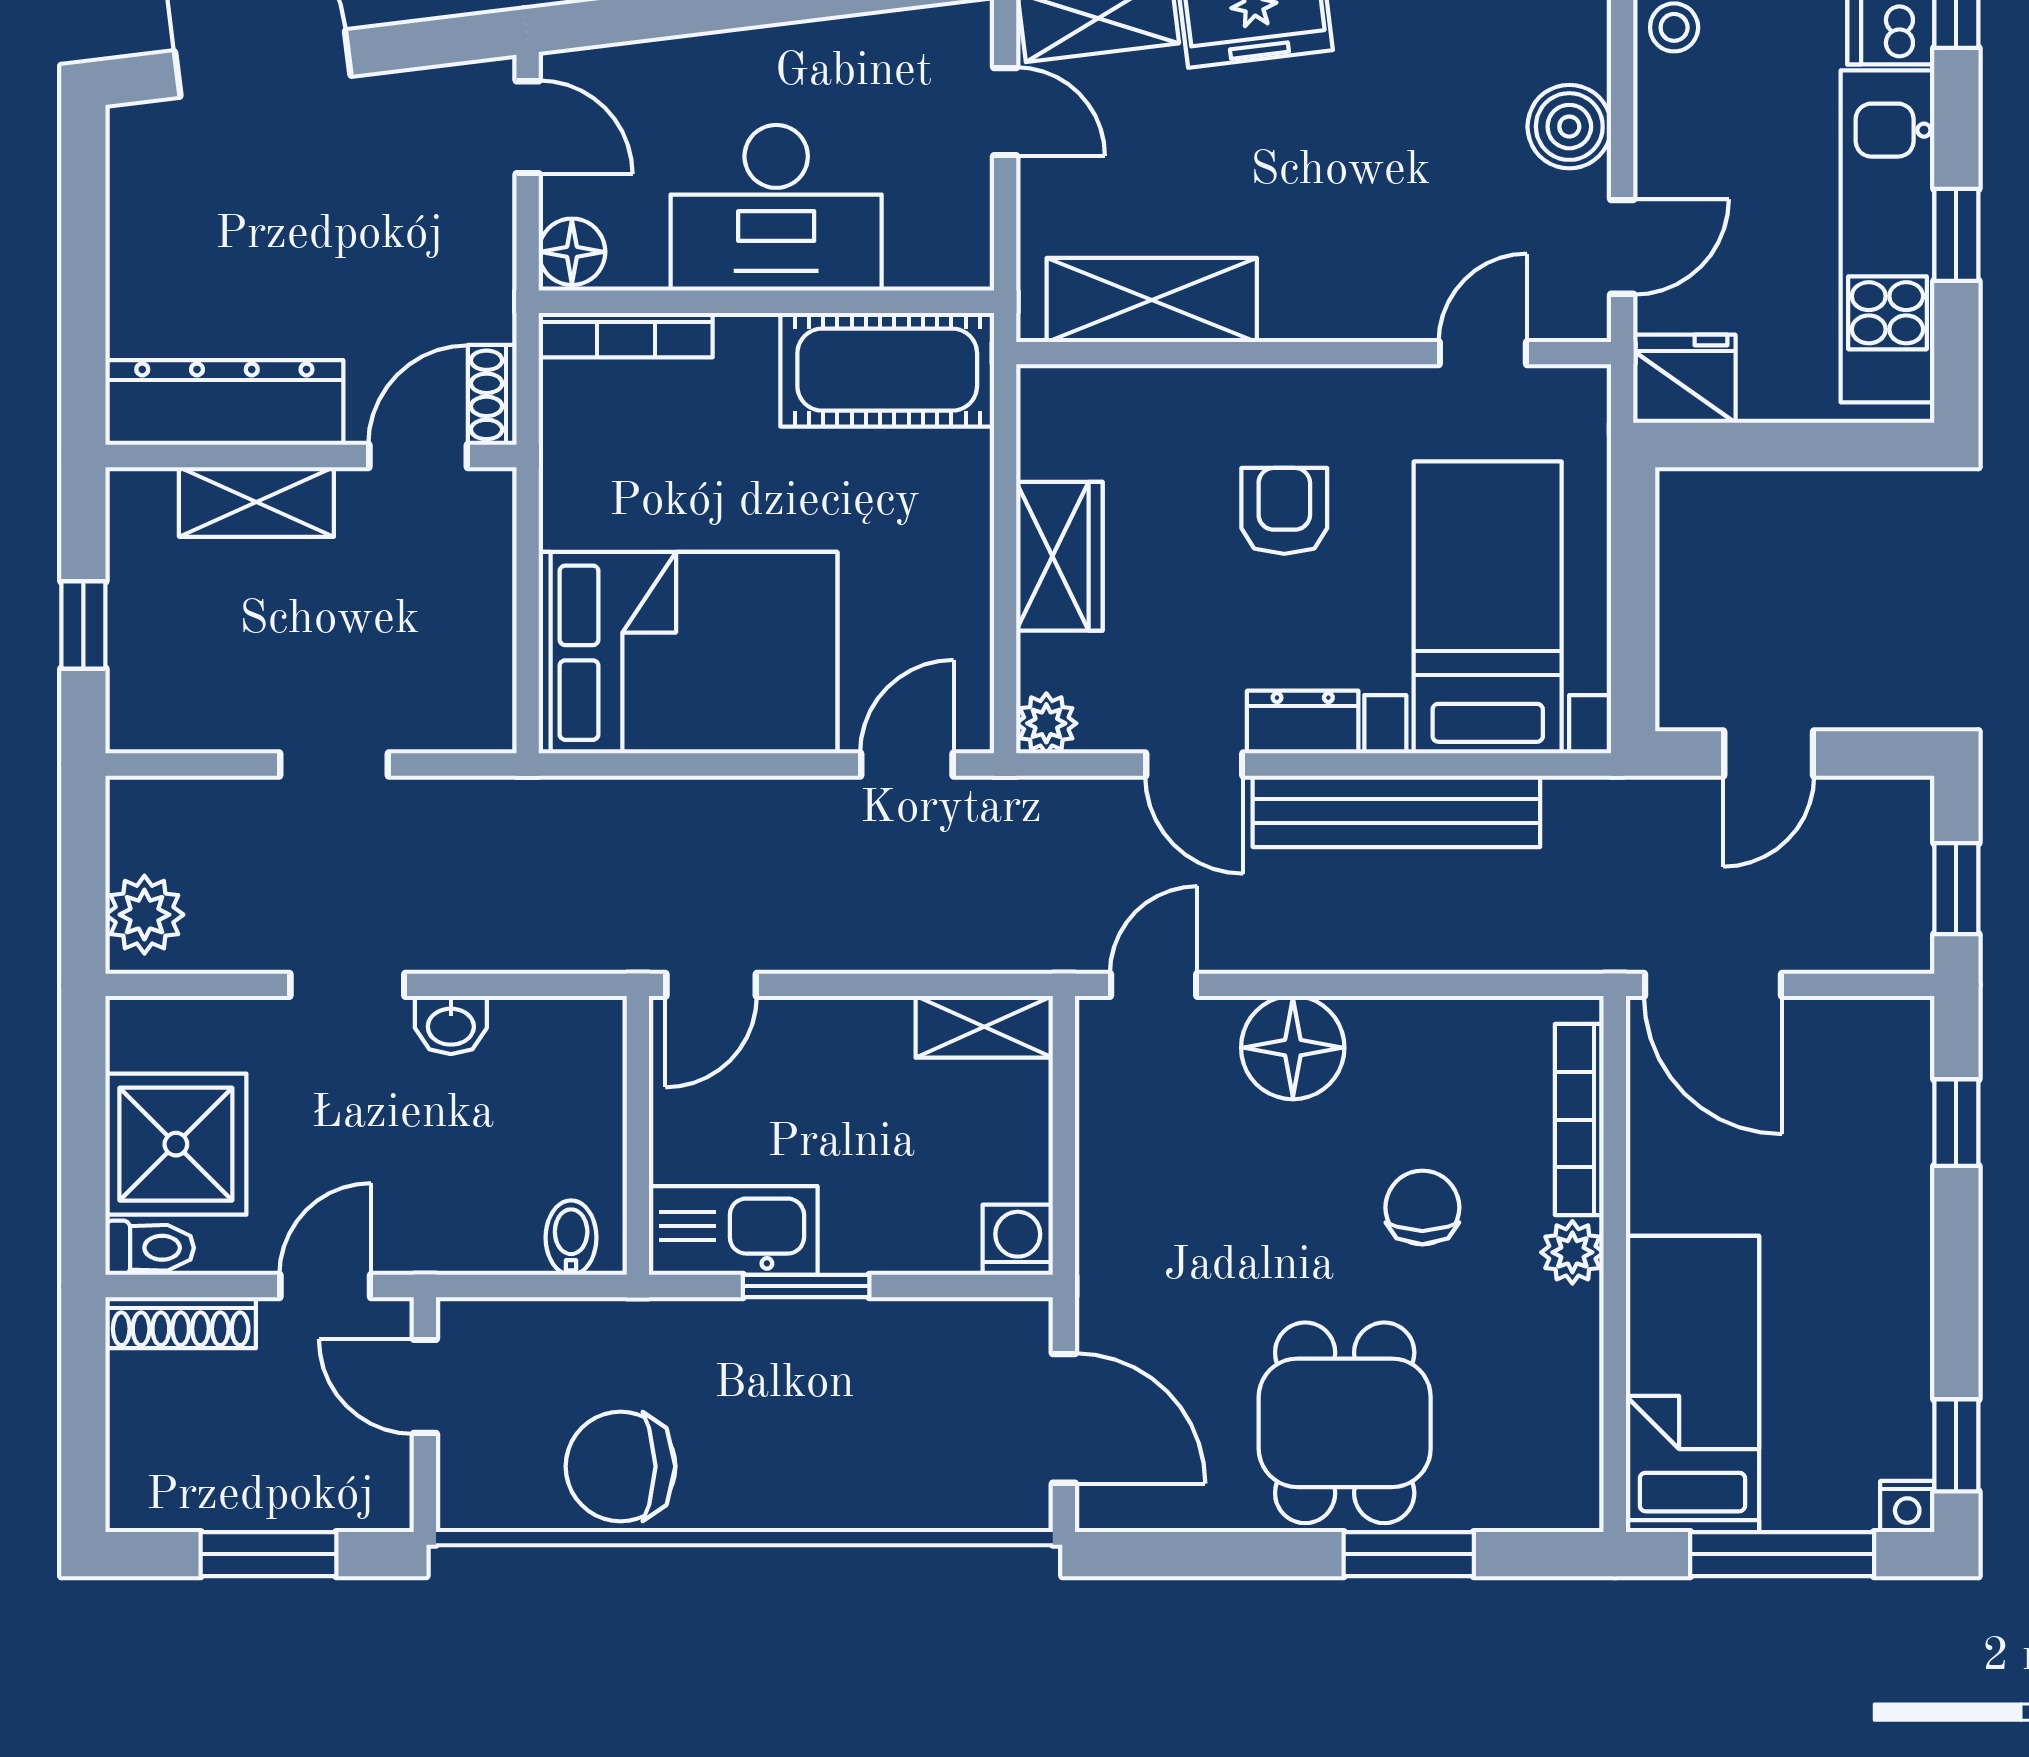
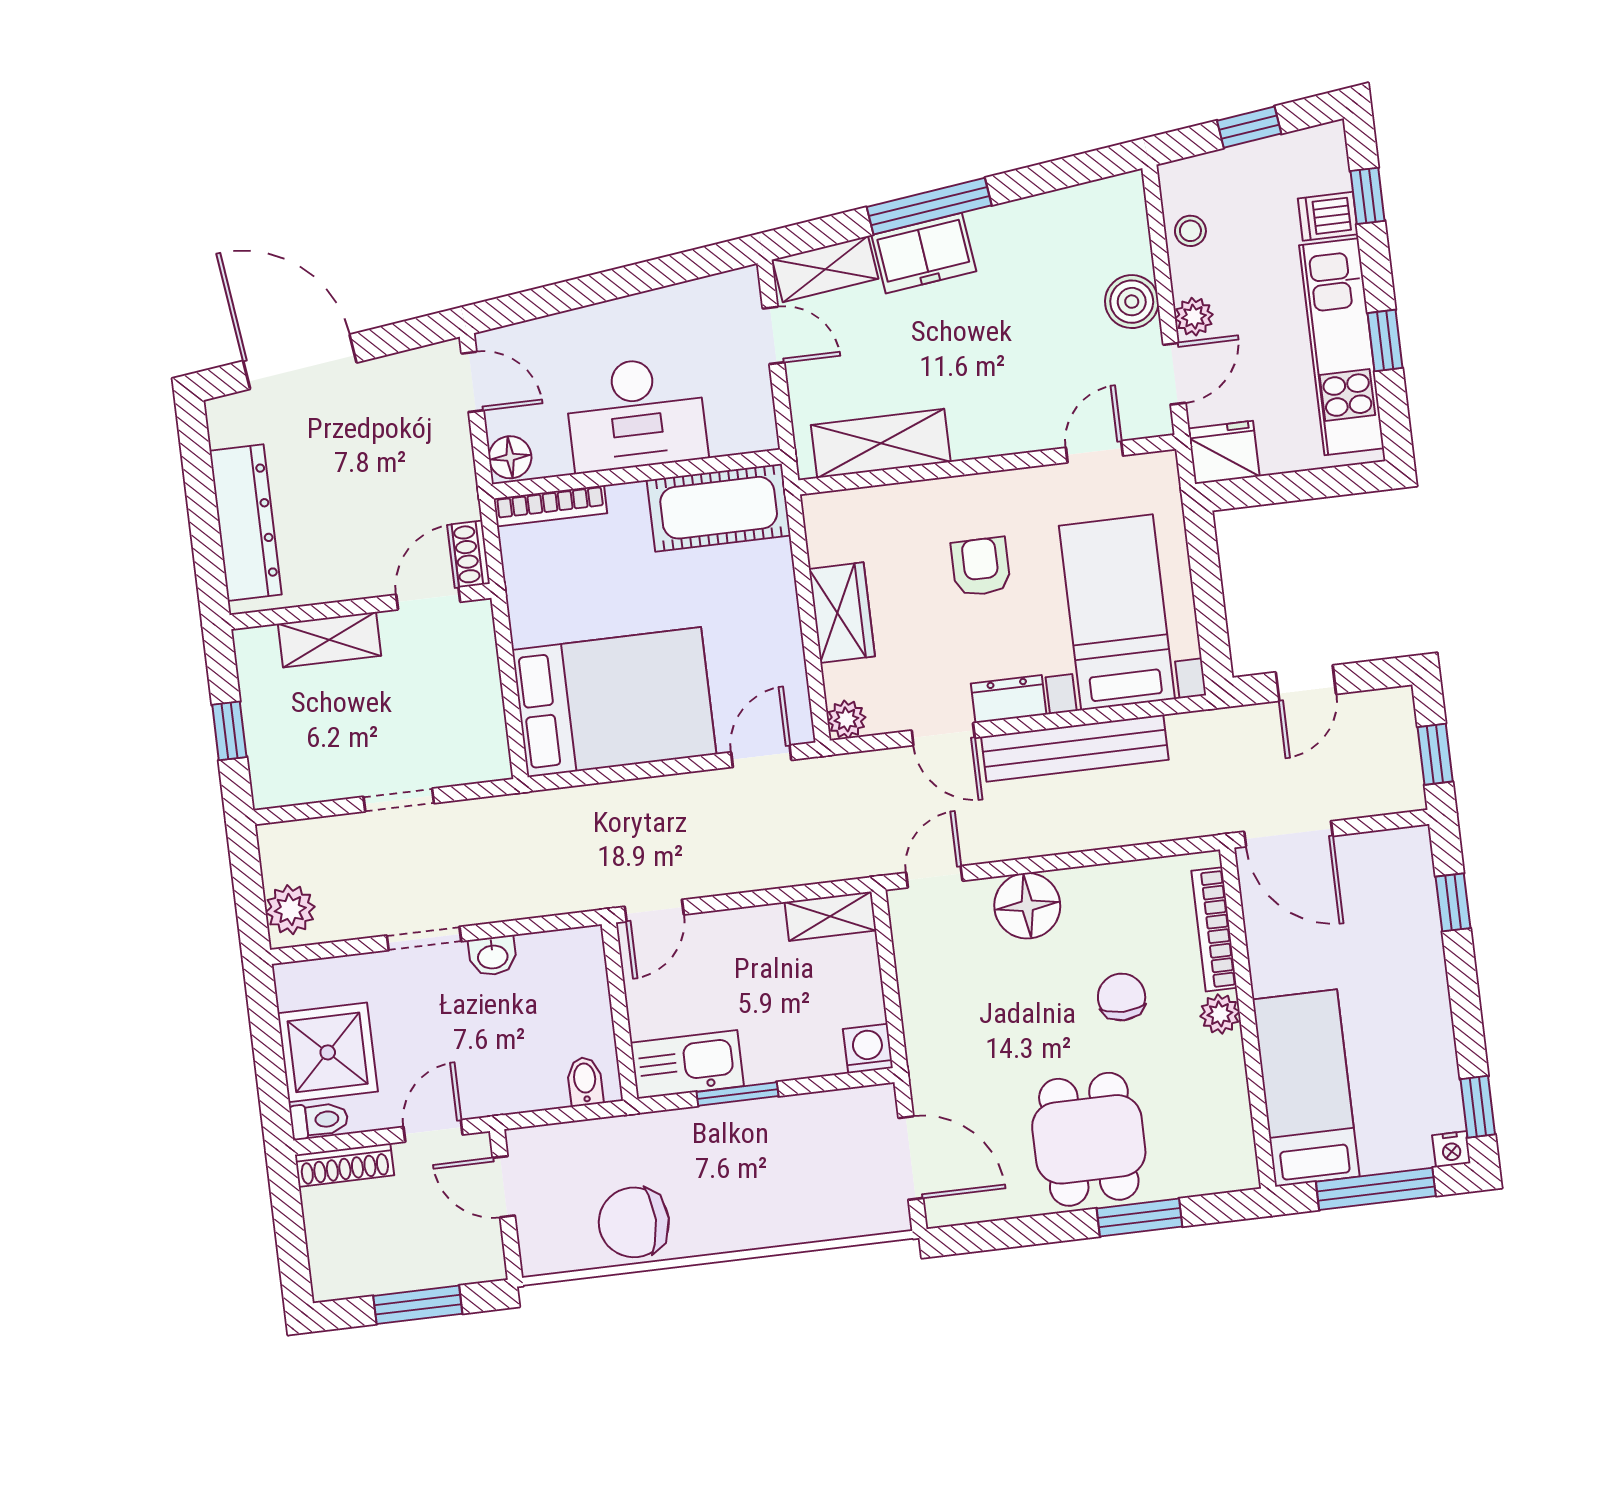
plant: (1663, 162) -> (1194, 317), added
dresser: (224, 403) -> (246, 523), moved, turned 90

